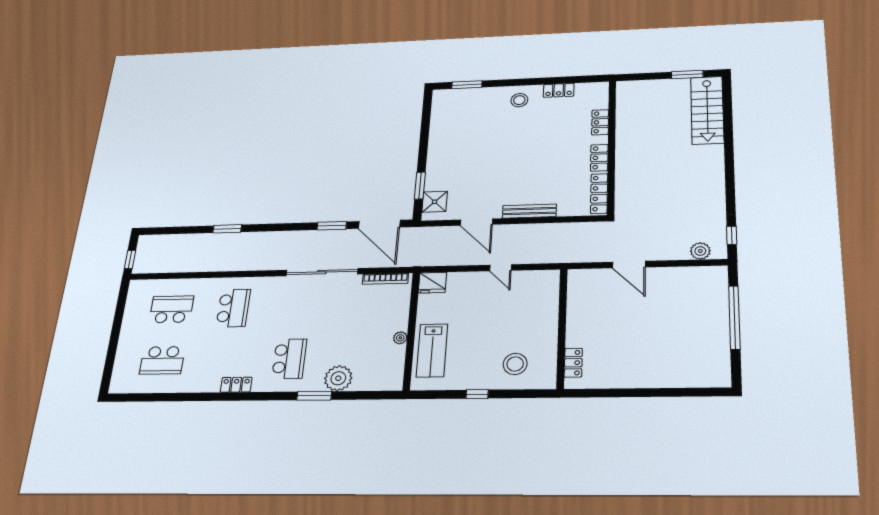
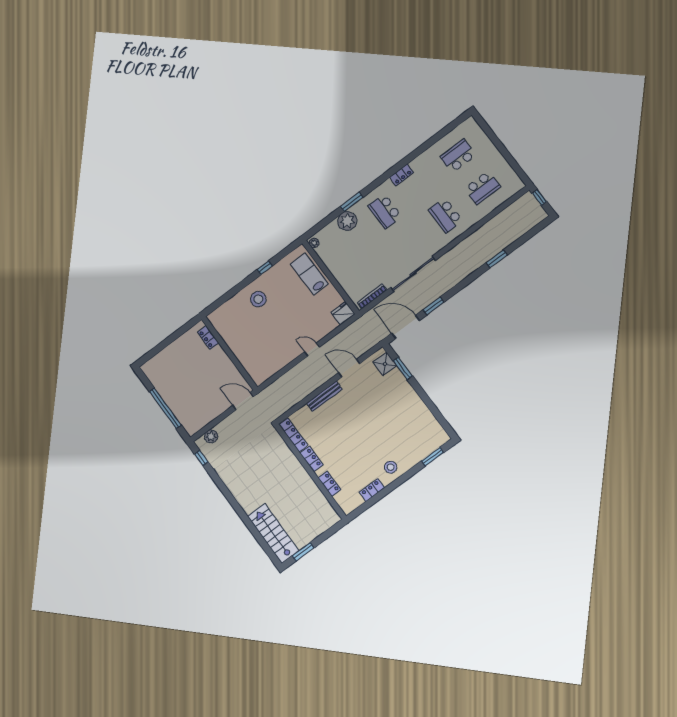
wall: (562, 328) -> (229, 353), moved
plant: (400, 338) -> (314, 243), moved
locker: (573, 363) -> (208, 338), moved

